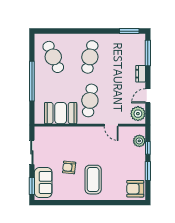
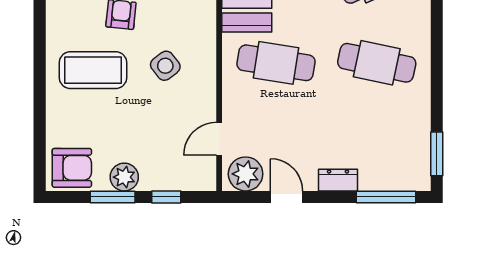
door: (111, 125) -> (219, 139), moved
plant: (139, 141) -> (124, 177), moved
side table: (91, 148) -> (165, 66), added
armchair: (135, 189) -> (72, 168), turned 90

